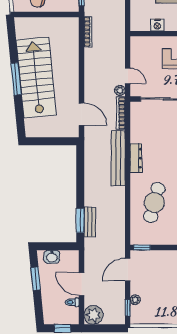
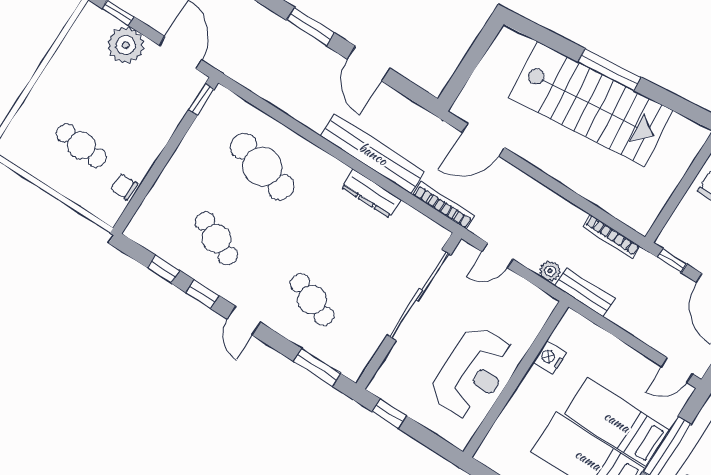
plant: (120, 90) -> (550, 271), moved
dresser: (136, 158) -> (371, 194), moved
door: (80, 185) -> (369, 64), added
bench: (90, 222) -> (585, 292), moved
plant: (135, 300) -> (126, 45), width x1.88, depth x1.88

